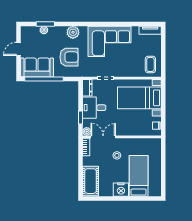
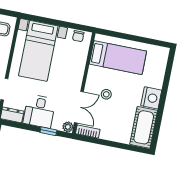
double door: (103, 137) -> (79, 107), swing flipped
bed: (139, 176) -> (118, 58), moved, turned 180
cot: (91, 181) -> (144, 127), moved, turned 90

